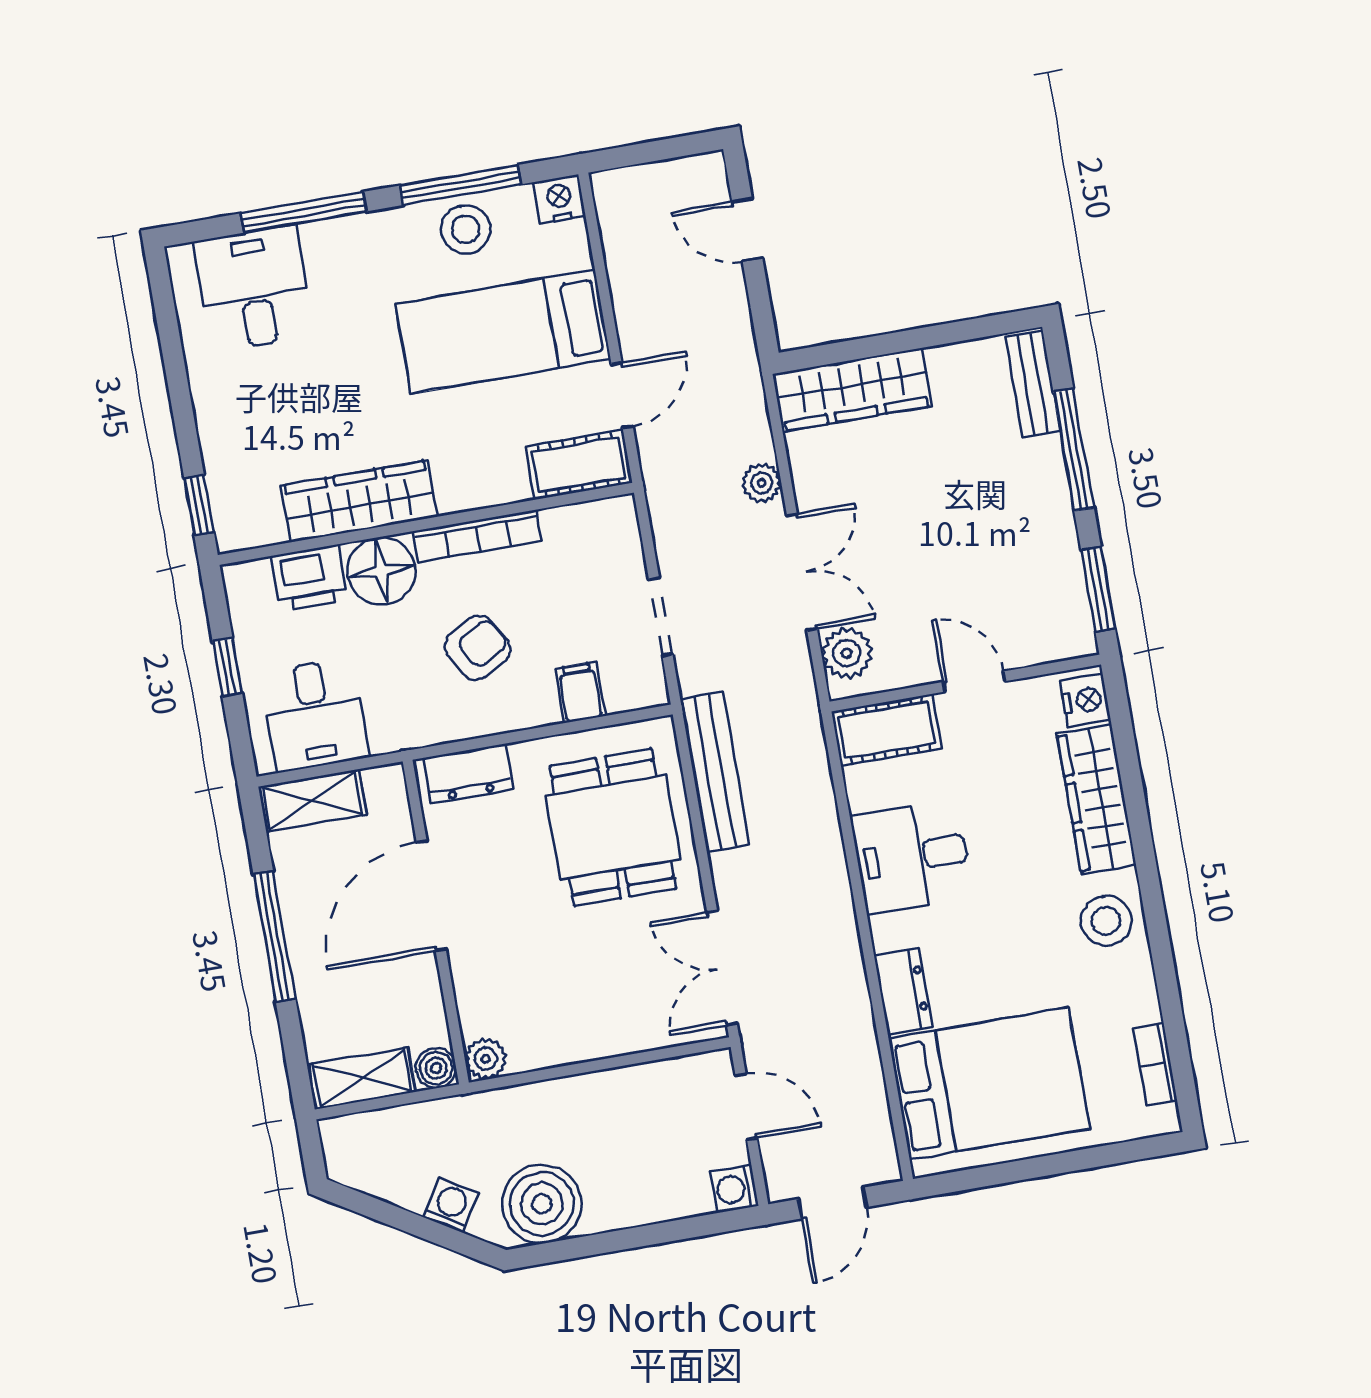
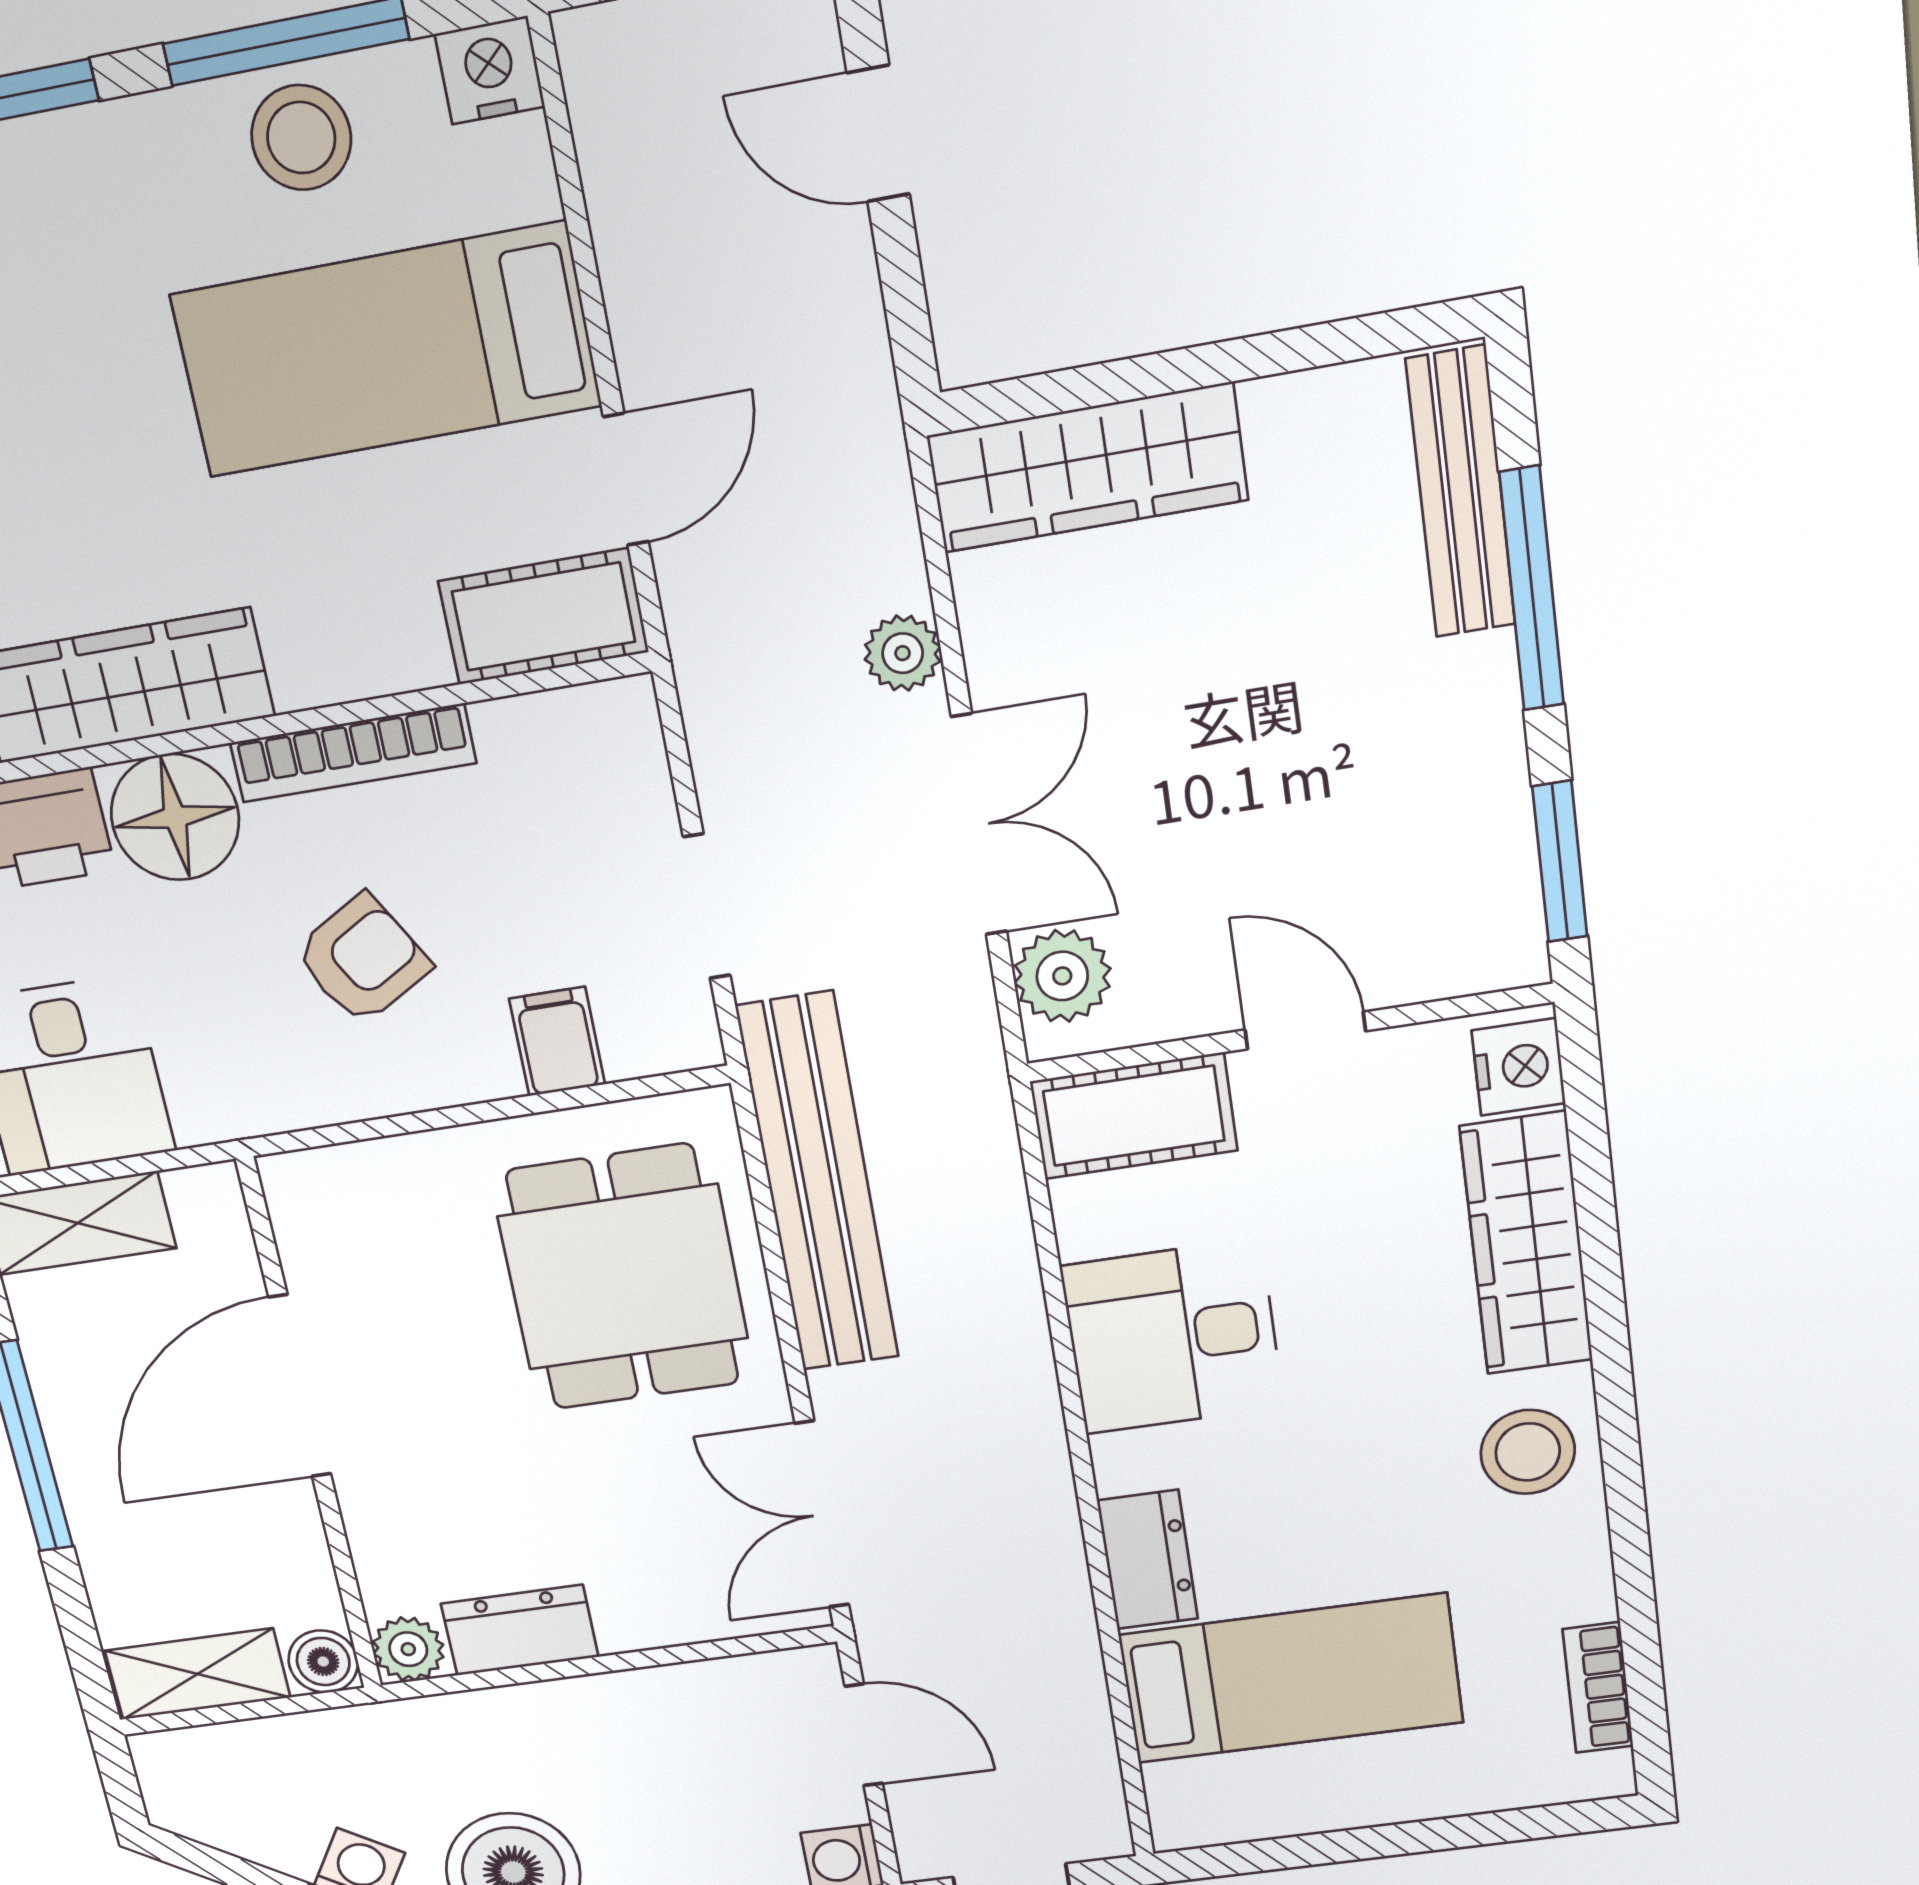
bench: (1033, 384) -> (1461, 492), width x1.36
bench: (715, 772) -> (818, 1183), width x1.37, depth x1.21
dresser: (468, 774) -> (520, 1630), moved, turned 180
bed: (989, 1084) -> (1291, 1679), width x0.67

